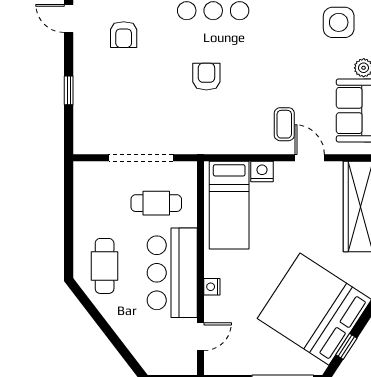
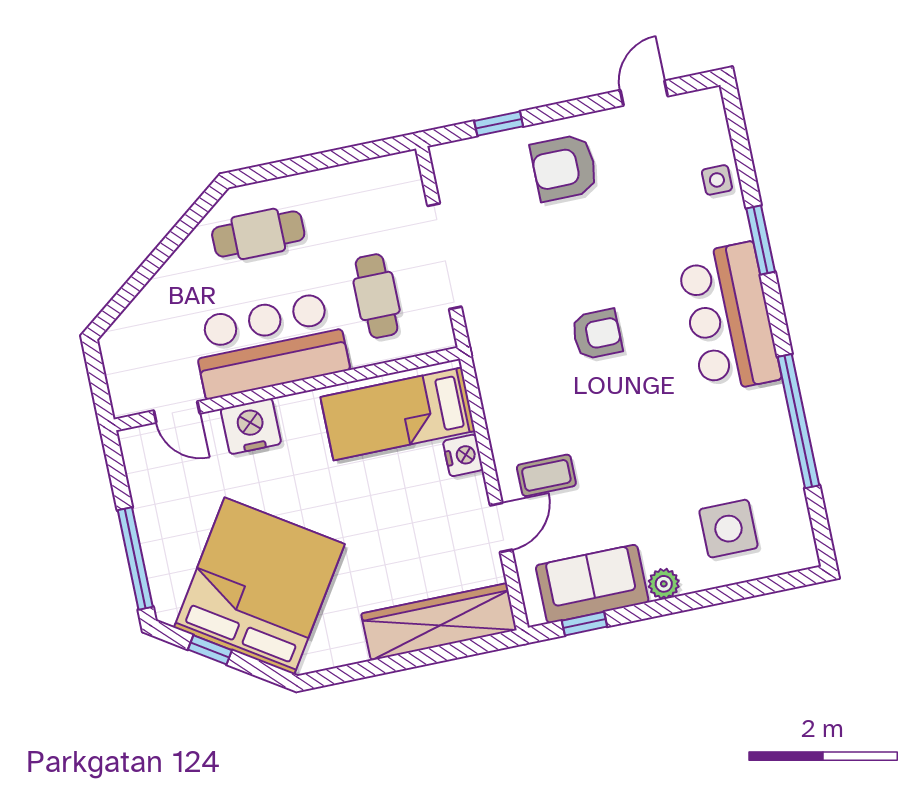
armchair: (124, 35) -> (564, 168), moved, width x1.38, depth x1.38
window: (69, 90) -> (499, 124), moved
nightstand: (212, 287) -> (251, 426), width x1.89, depth x1.79

